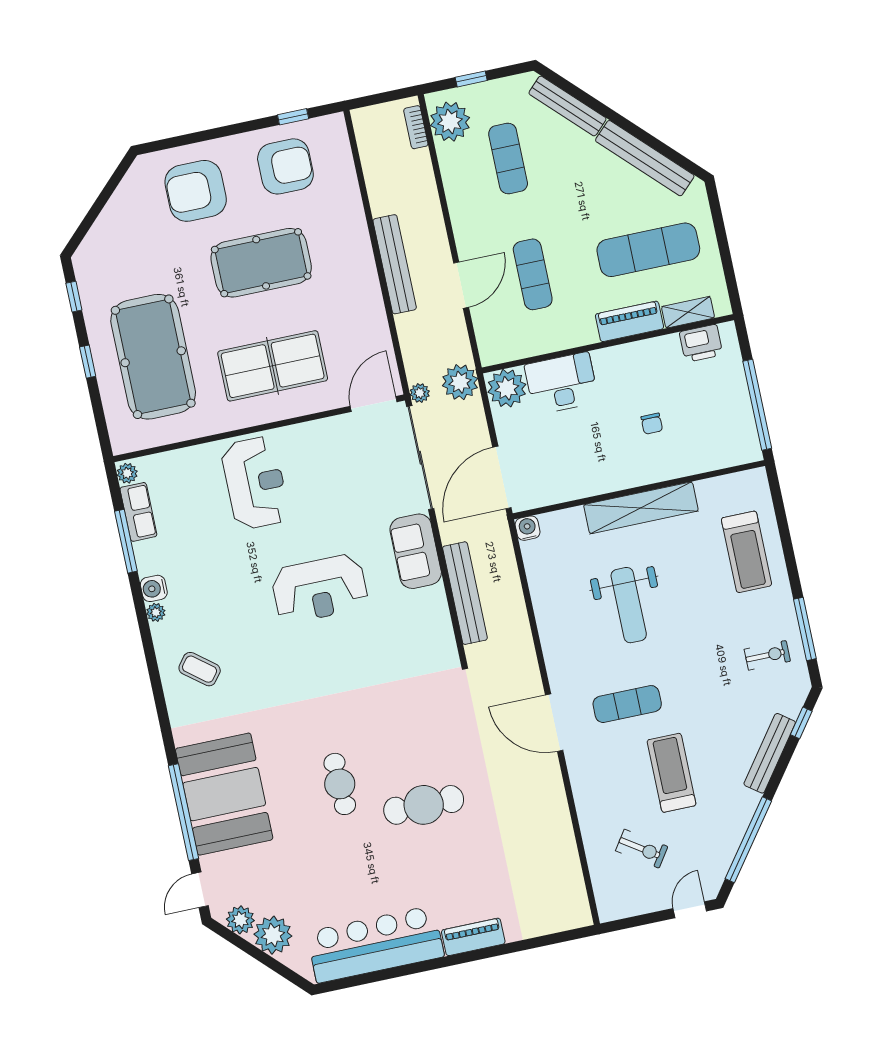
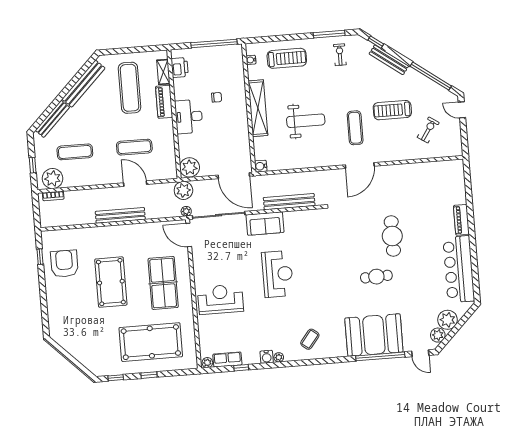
armchair: (196, 191) -> (71, 310), removed
desk: (562, 383) -> (189, 117), moved
water cooler: (734, 482) -> (251, 60), added
window: (126, 541) -> (241, 368), width x0.46

